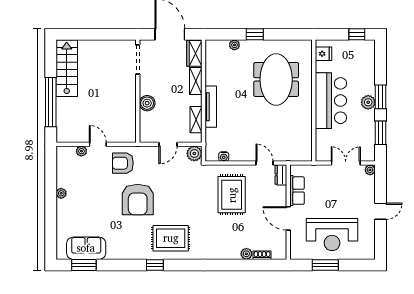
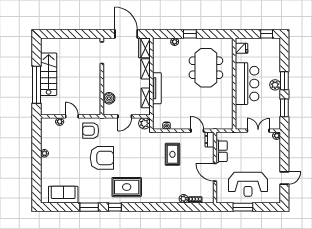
stairs: (67, 68) -> (49, 74), moved
boiler: (147, 103) -> (109, 98), moved
rug: (232, 195) -> (172, 154), width x0.73, depth x0.70
armchair: (138, 200) -> (102, 158), turned -90
door: (381, 211) -> (284, 178), moved
window: (84, 265) -> (89, 207), moved

